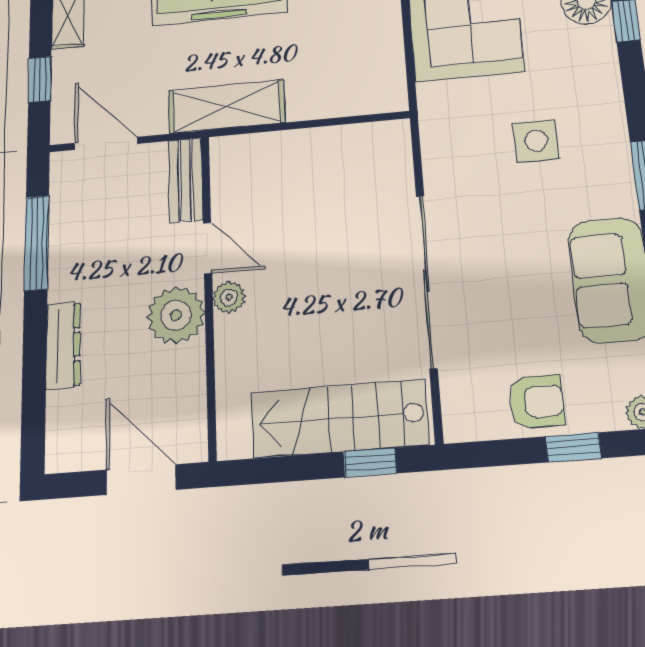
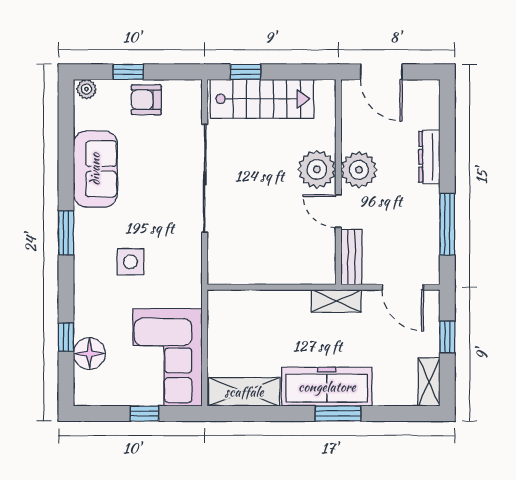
shelving: (226, 107) -> (336, 301), width x0.67, depth x0.75
plant: (229, 297) -> (317, 169), width x1.88, depth x1.88

